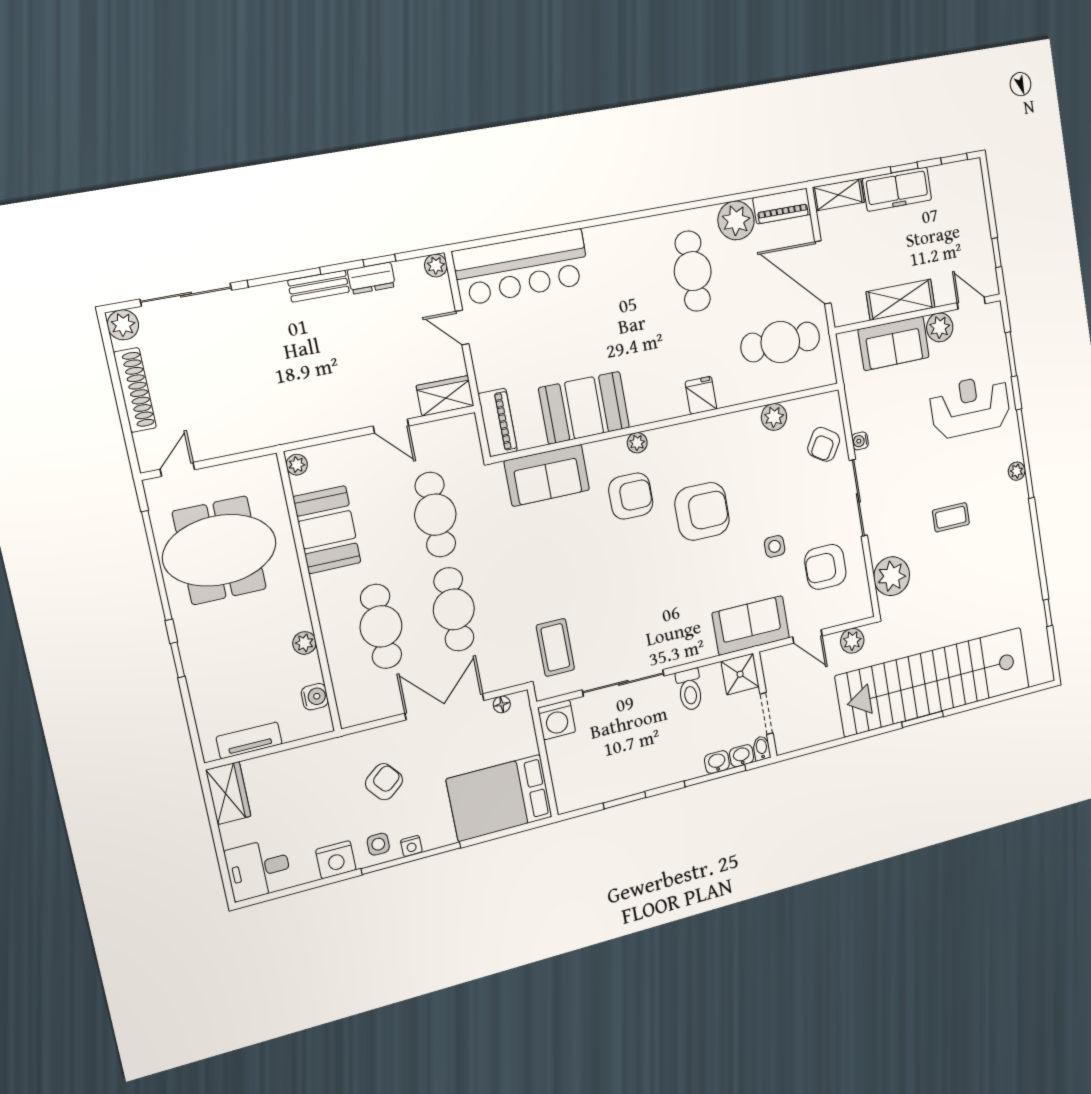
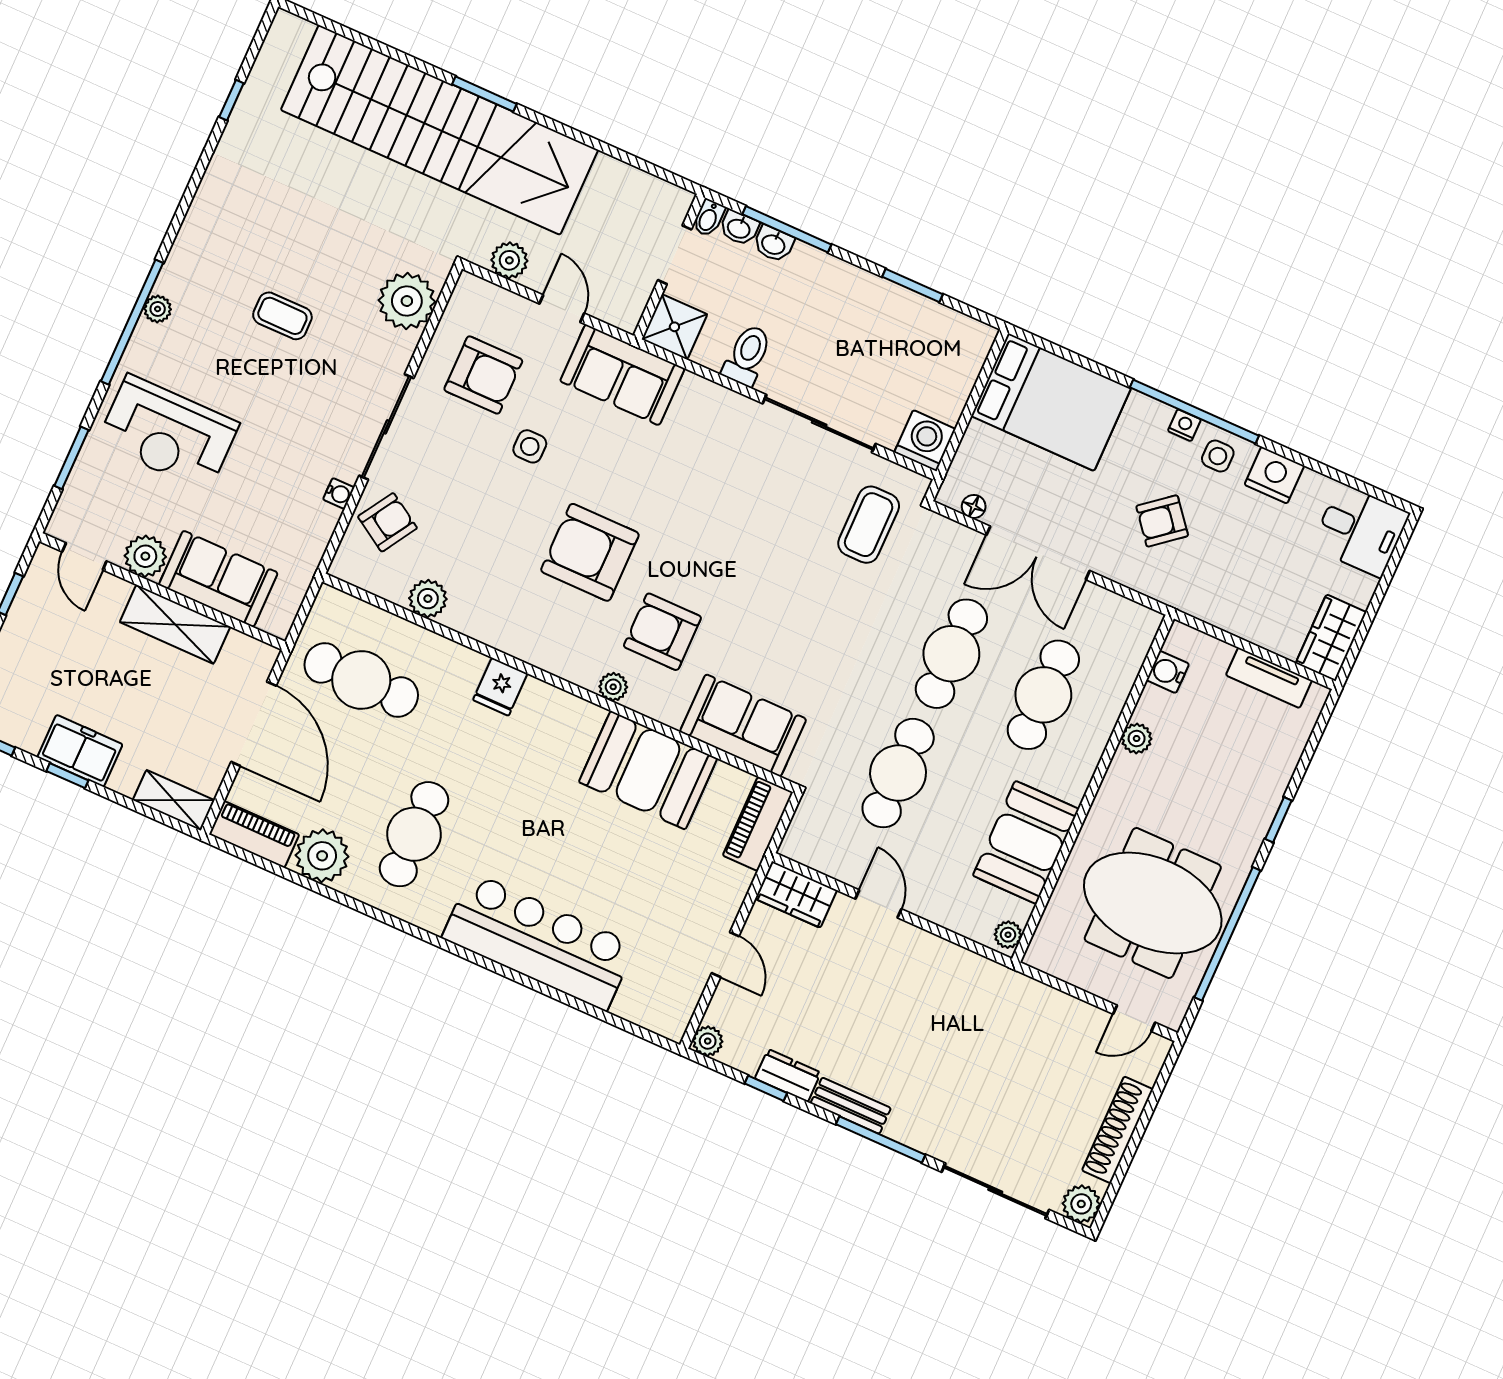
freezer: (897, 189) -> (80, 751), width x0.71
bar counter: (522, 267) -> (539, 941), moved

